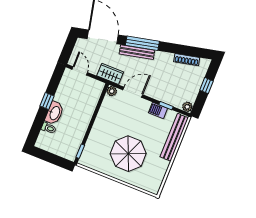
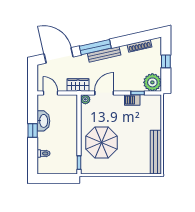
bench: (137, 52) -> (104, 54), moved
plant: (187, 107) -> (152, 82), width x1.88, depth x1.88
washbasin: (54, 113) -> (43, 121), moved
bench: (174, 137) -> (156, 152), moved
parasol: (128, 154) -> (101, 142), moved

